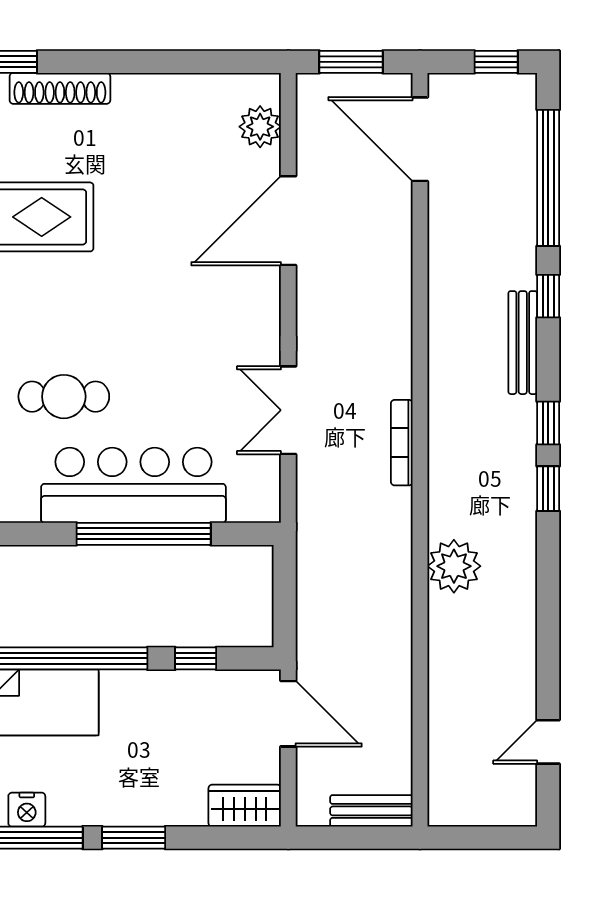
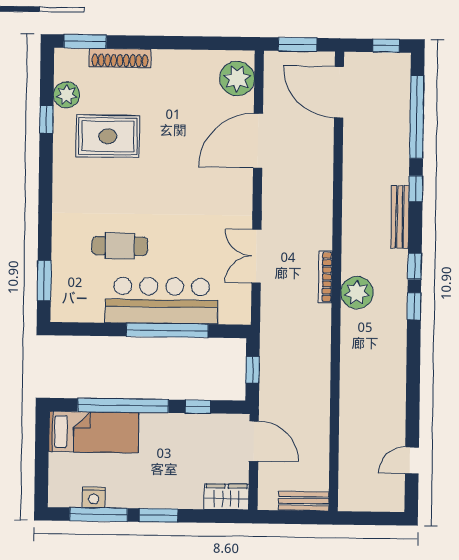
plant: (260, 127) -> (237, 78), width x1.36, depth x1.36
plant: (454, 566) -> (357, 293), moved
window: (285, 597) -> (253, 370), added

